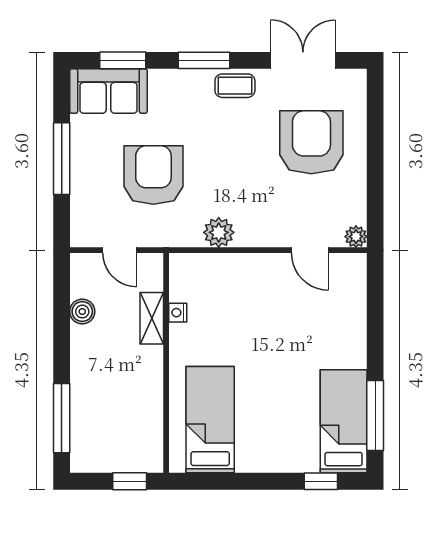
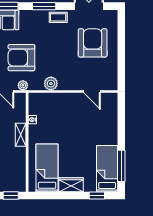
armchair: (153, 175) -> (21, 58), turned -90
plant: (356, 237) -> (23, 85), moved
shelving: (152, 318) -> (21, 135), moved
wardrobe: (263, 457) -> (71, 185), added

